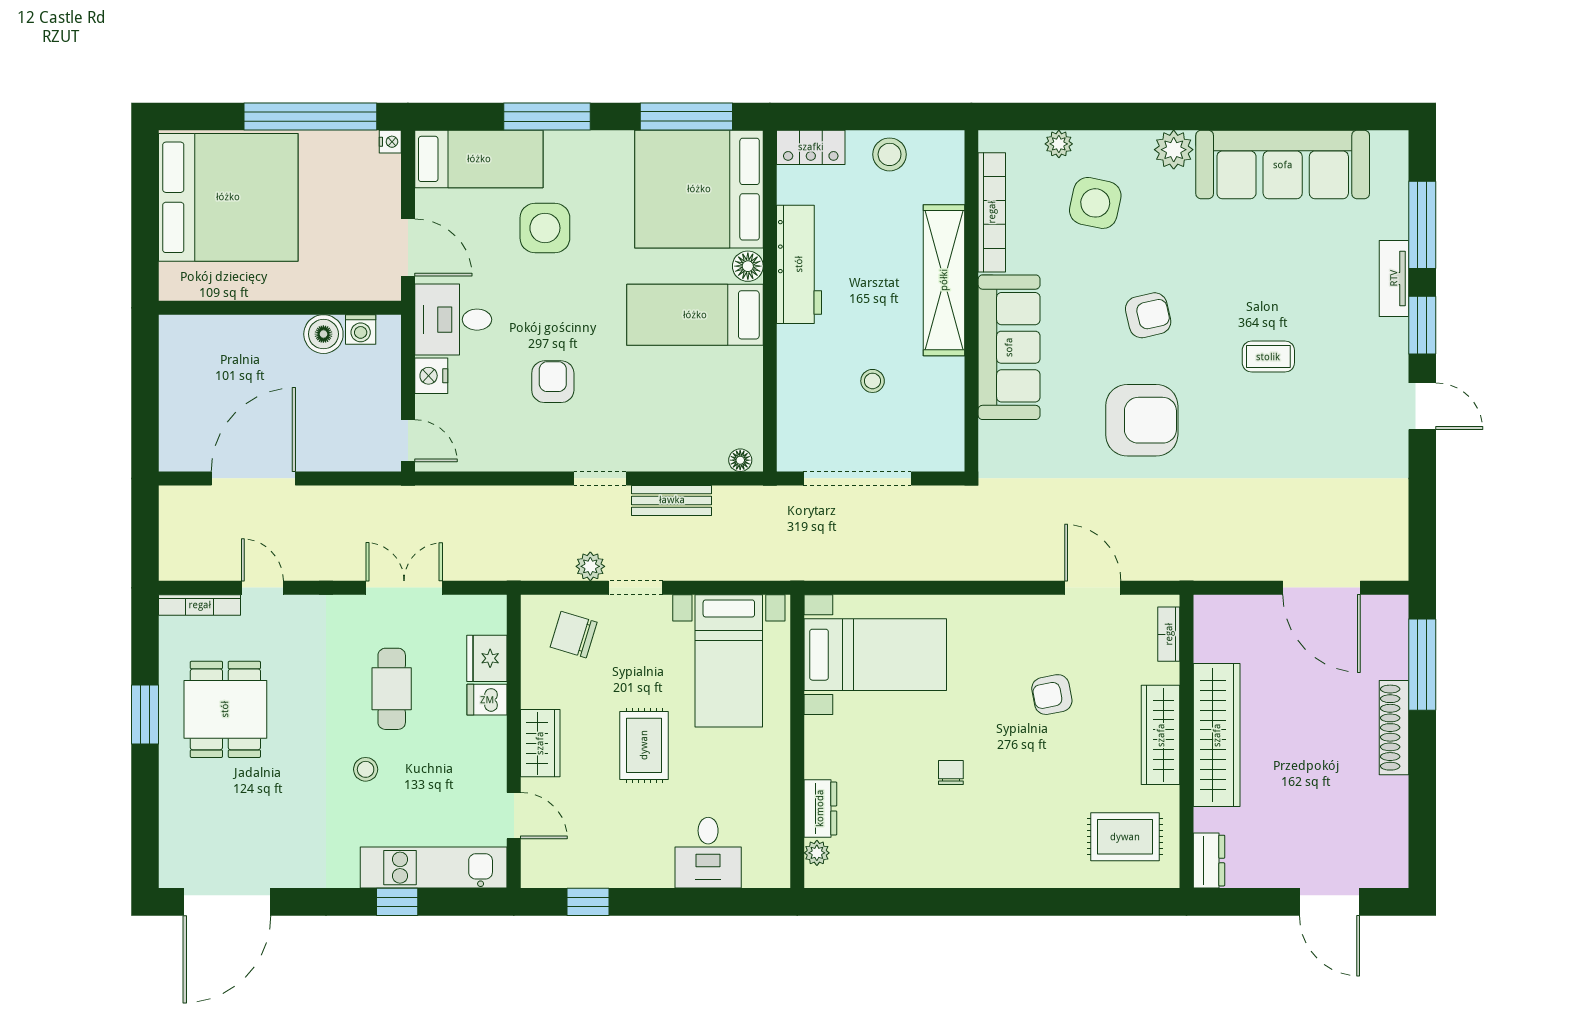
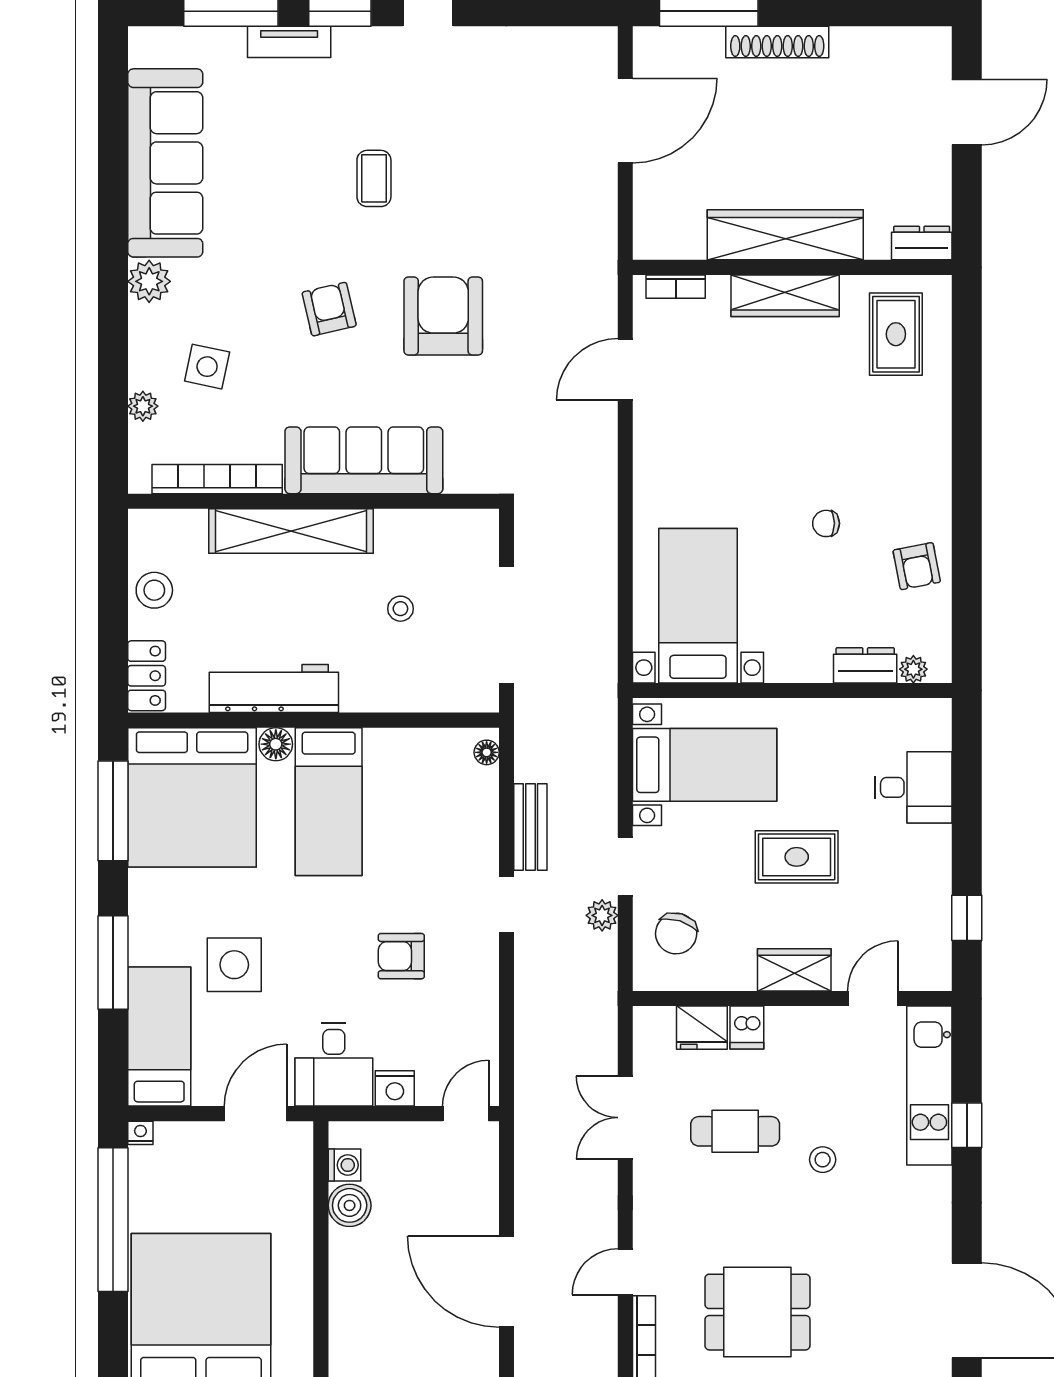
side table: (1095, 203) -> (207, 367), width x0.73, depth x0.73
armchair: (1052, 695) -> (917, 566), moved

